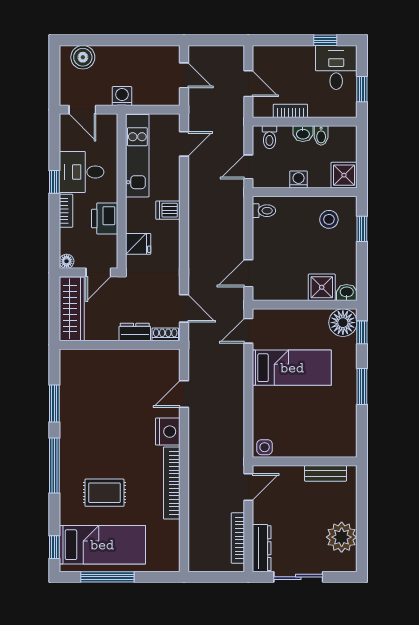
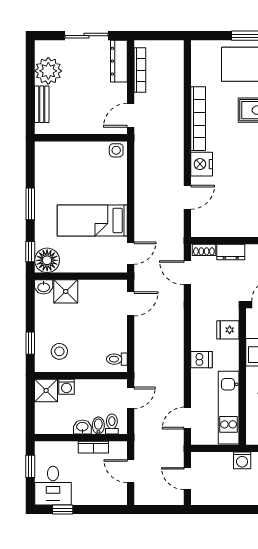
bidet: (321, 135) -> (98, 425), moved
washing machine: (299, 179) -> (66, 387), moved
bench: (326, 473) -> (42, 104), moved, turned 90

